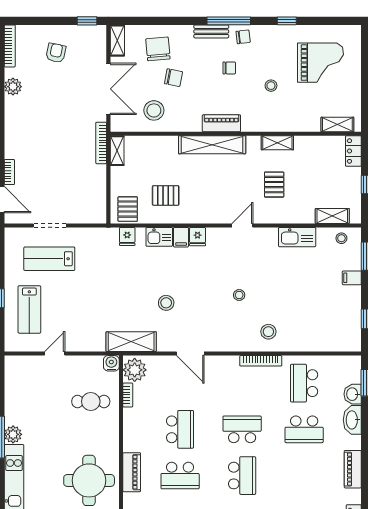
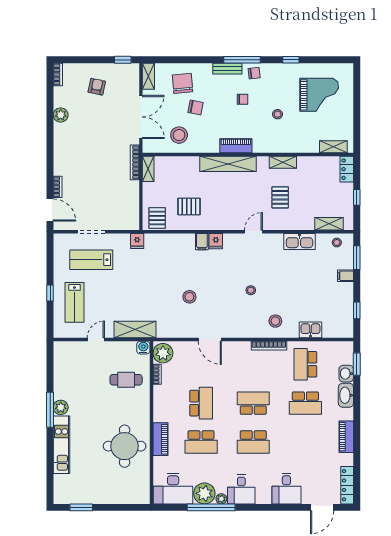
bookcase: (10, 46) -> (58, 74), width x0.64
fridge: (127, 236) -> (137, 241), moved
kitchen sink: (159, 237) -> (310, 330), moved, turned 180
shelving: (131, 342) -> (135, 329), moved
school desk: (242, 476) -> (253, 442), turned 90

